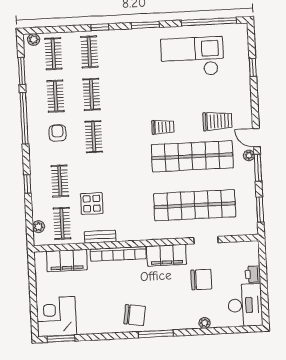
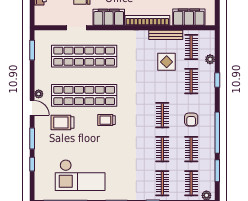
window: (258, 168) -> (32, 139), moved
plant: (38, 227) -> (210, 59), moved
bench: (100, 237) -> (166, 35), width x1.36

